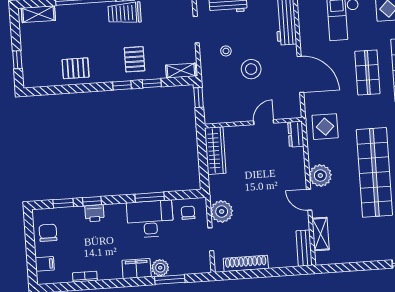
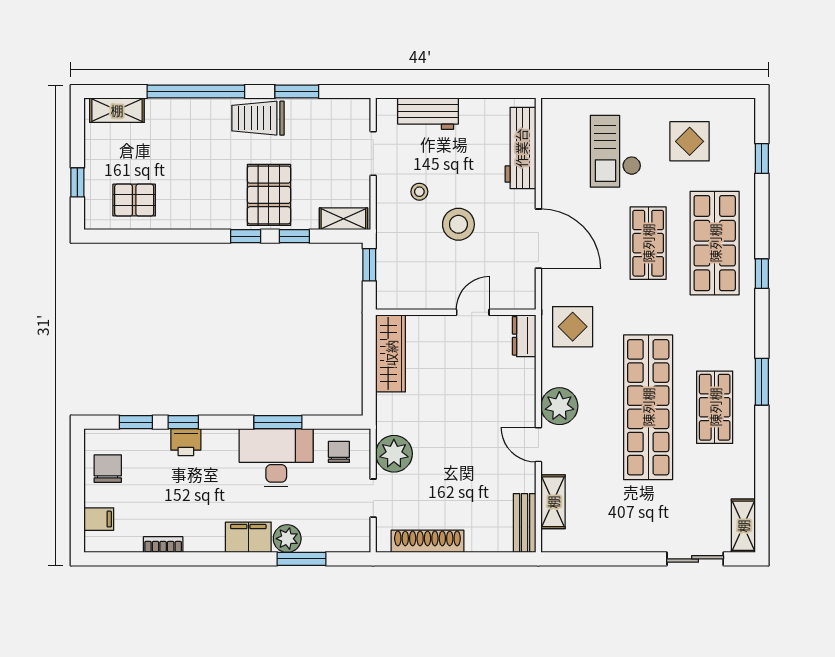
pallet: (135, 59) -> (269, 195), width x1.50, depth x1.42
pallet: (76, 68) -> (134, 200), moved

